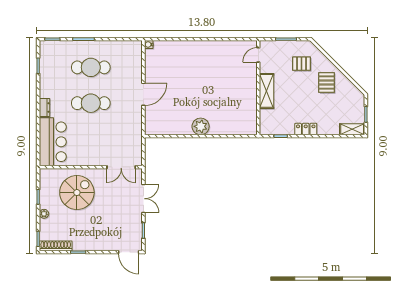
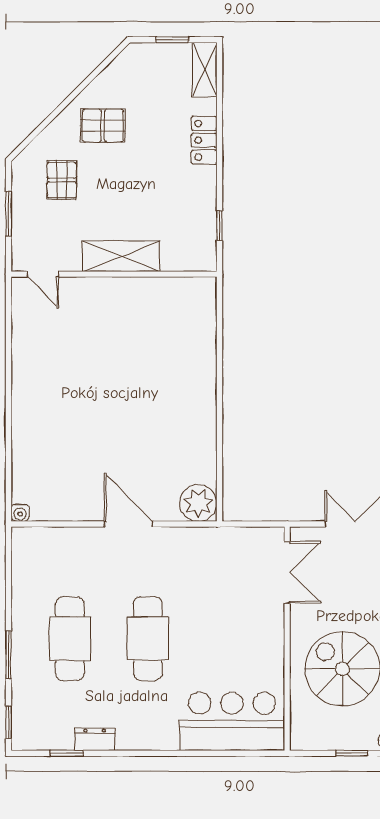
dresser: (45, 108) -> (95, 739), moved
plant: (201, 126) -> (198, 503), moved
locker: (306, 129) -> (204, 140), moved

